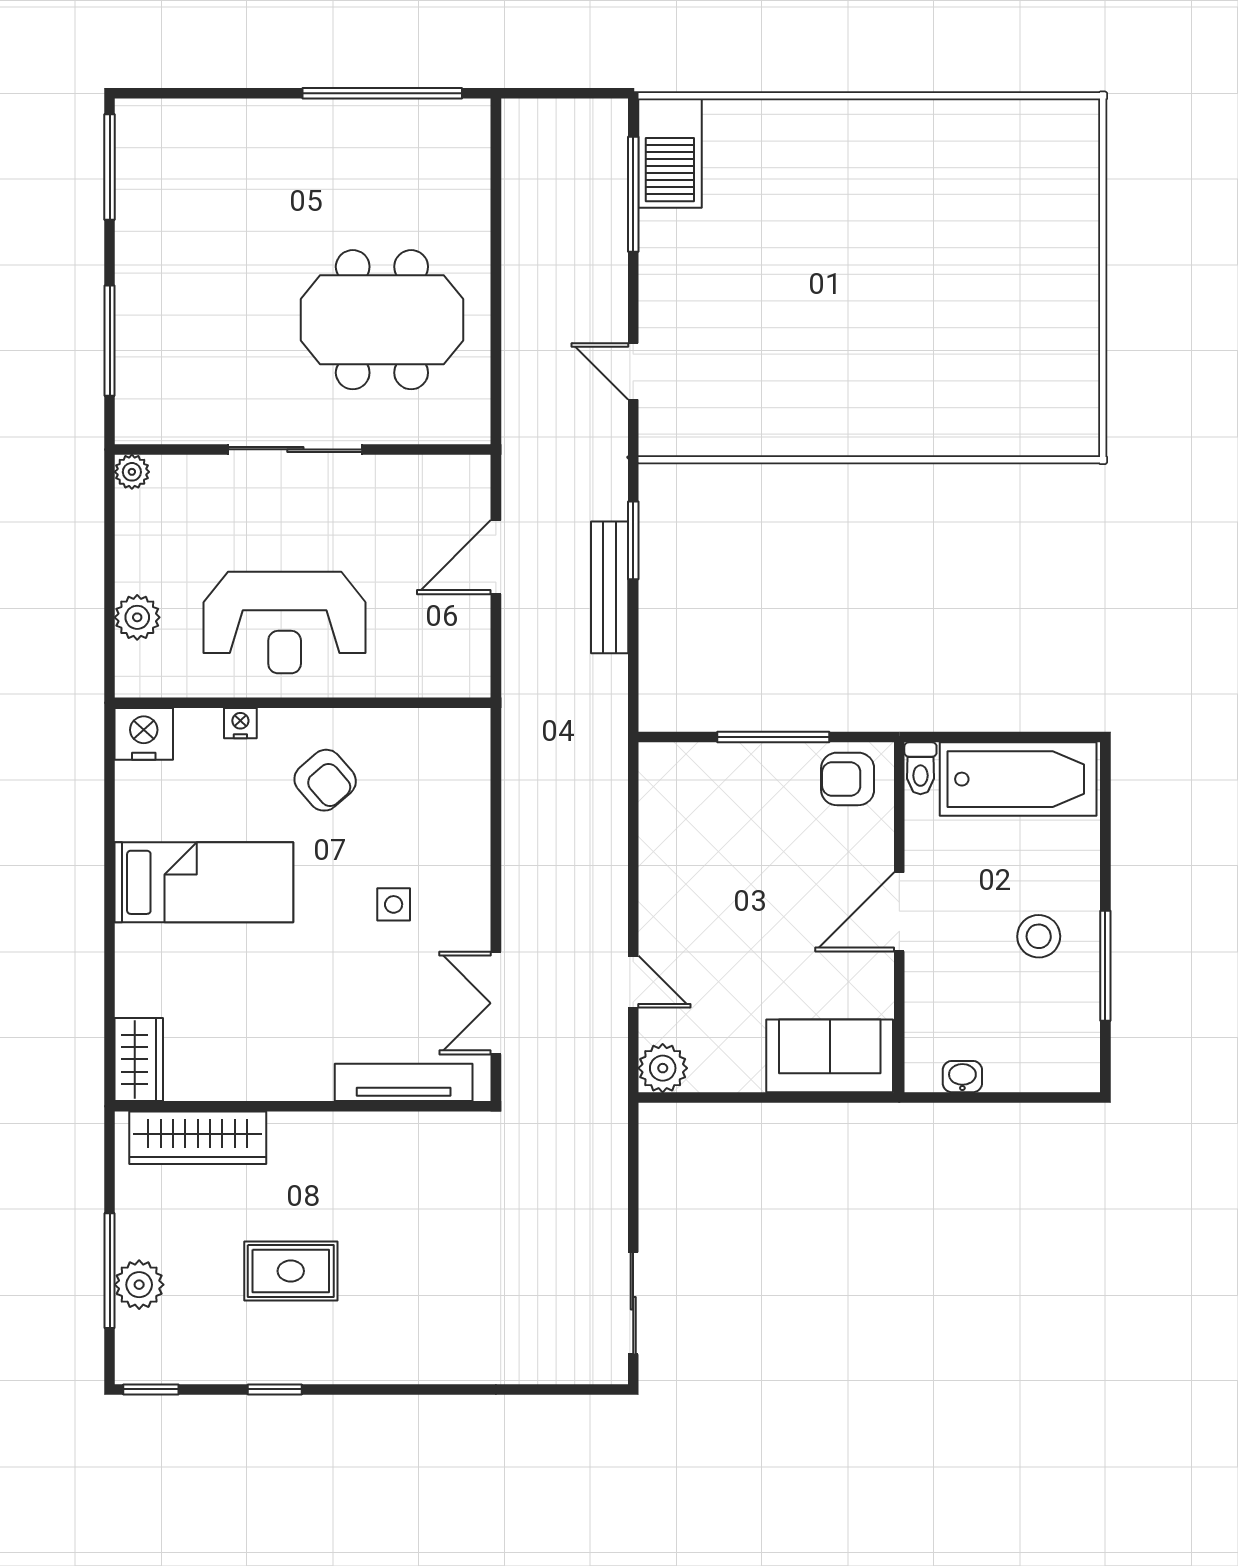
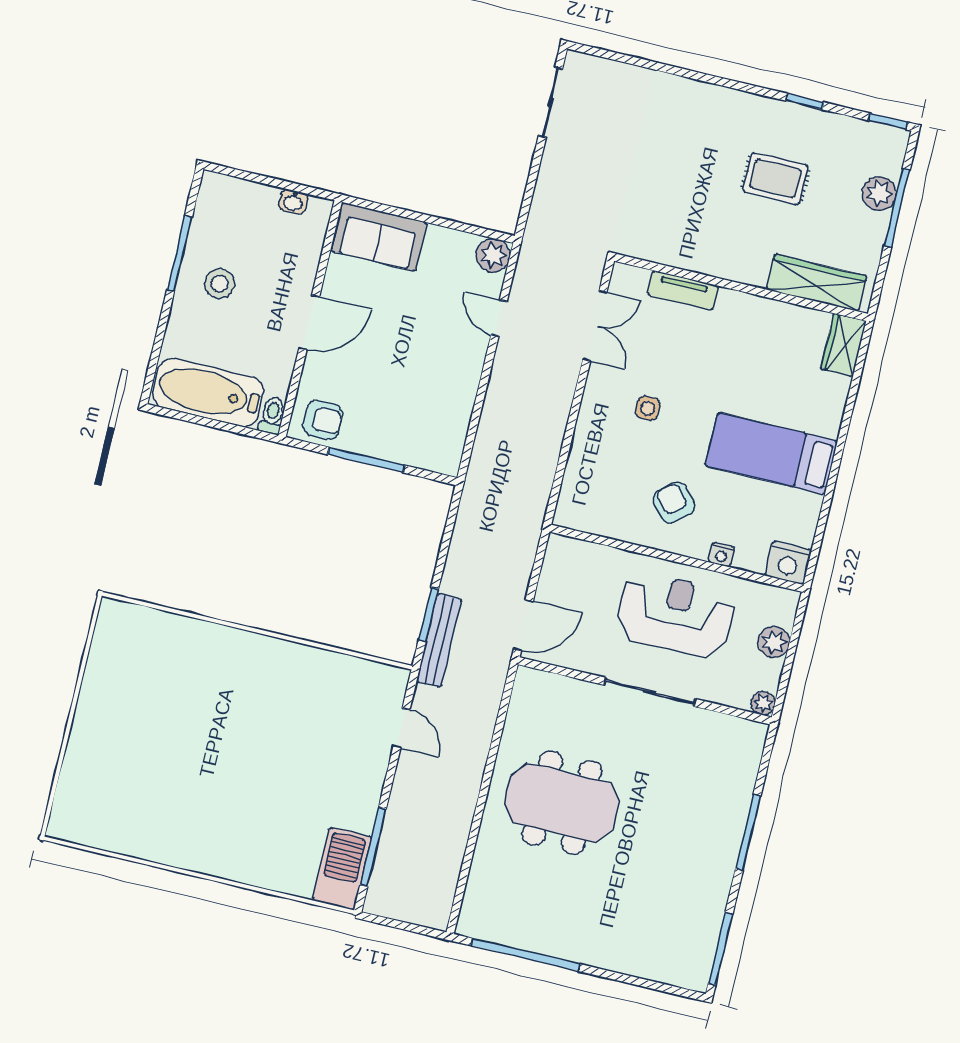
sliding door: (295, 449) -> (650, 692), moved
wall: (303, 449) -> (645, 691), moved
plant: (132, 472) -> (763, 703), moved
bench: (610, 587) -> (439, 640), moved
tv unit: (404, 1082) -> (683, 290), width x0.71

